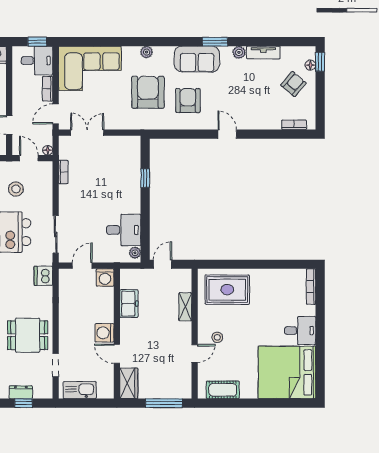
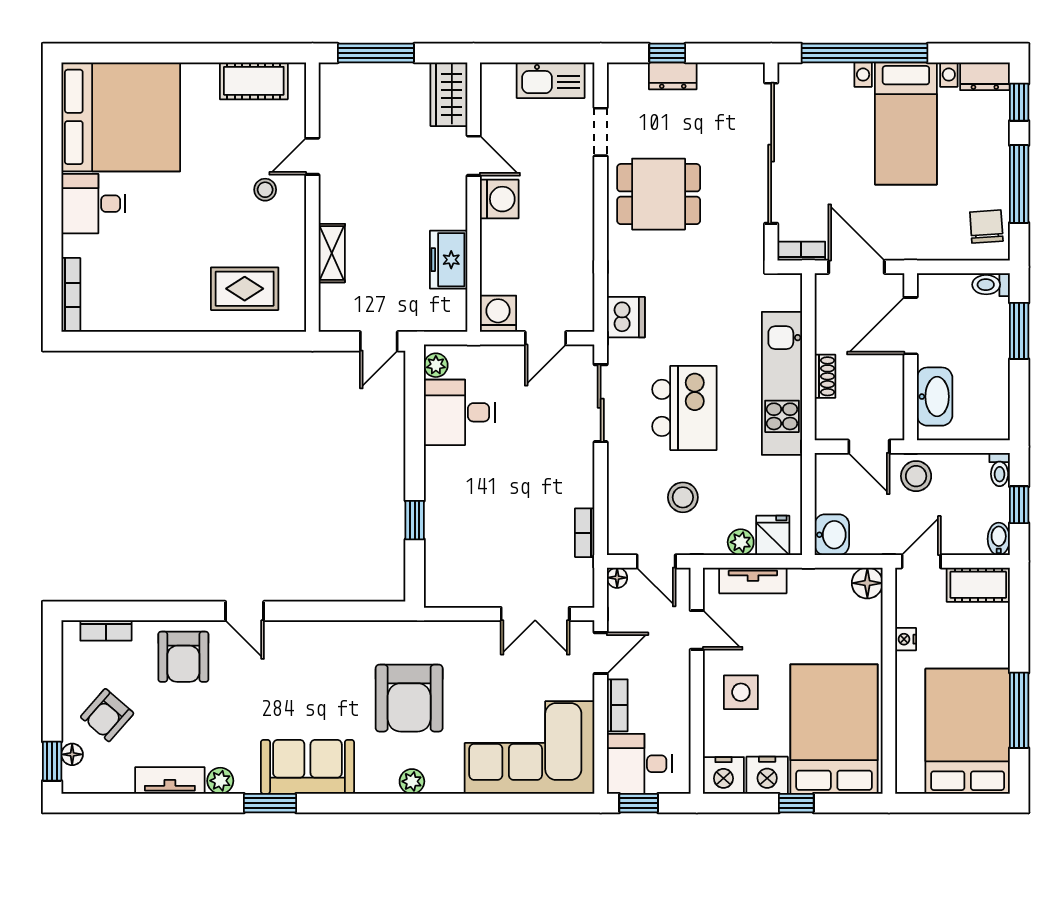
armchair: (188, 101) -> (183, 657), moved
rug: (227, 290) -> (245, 289), width x0.73, depth x0.70

